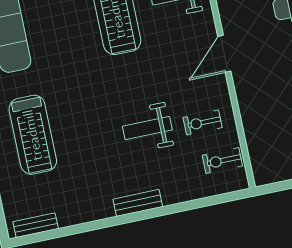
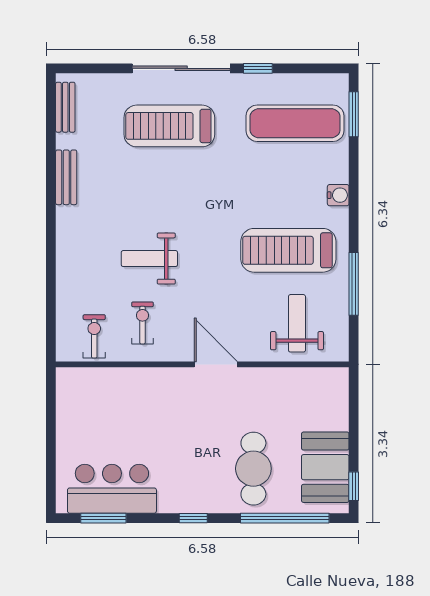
weight bench: (147, 128) -> (149, 259), turned -90
bench: (138, 203) -> (66, 177), moved

